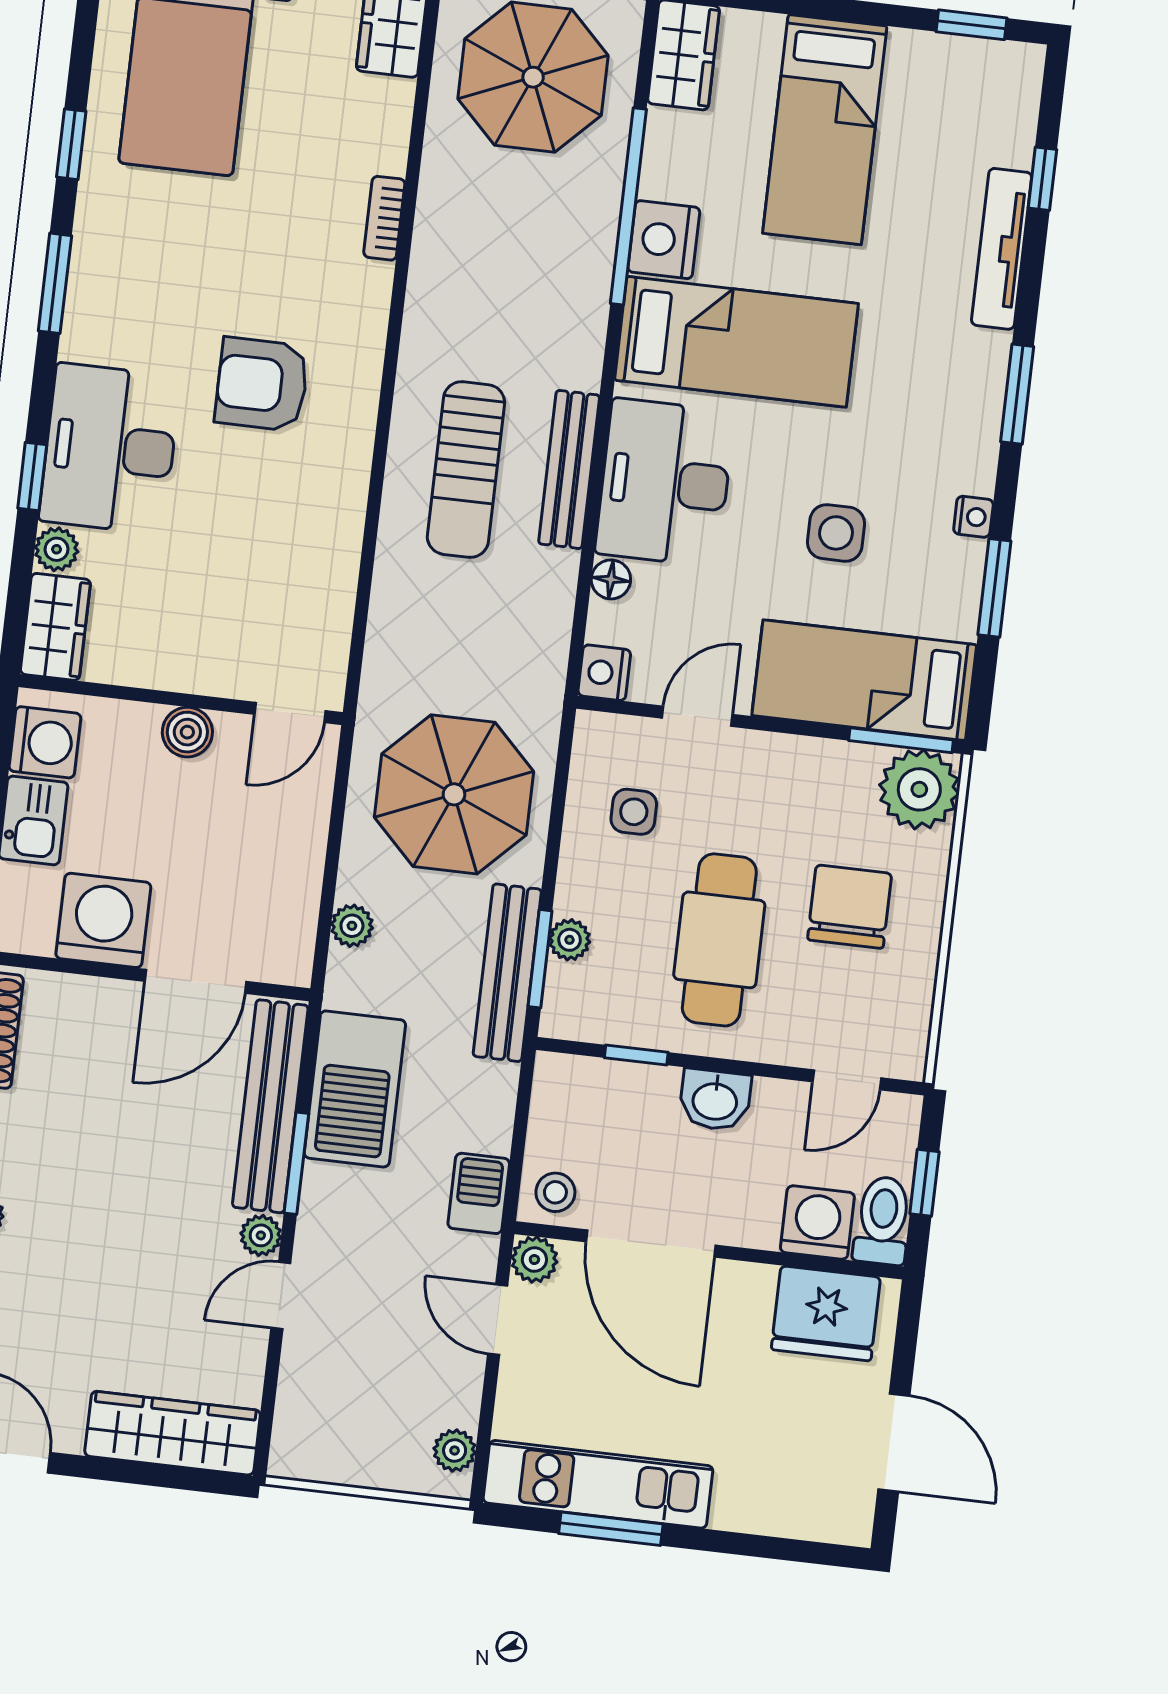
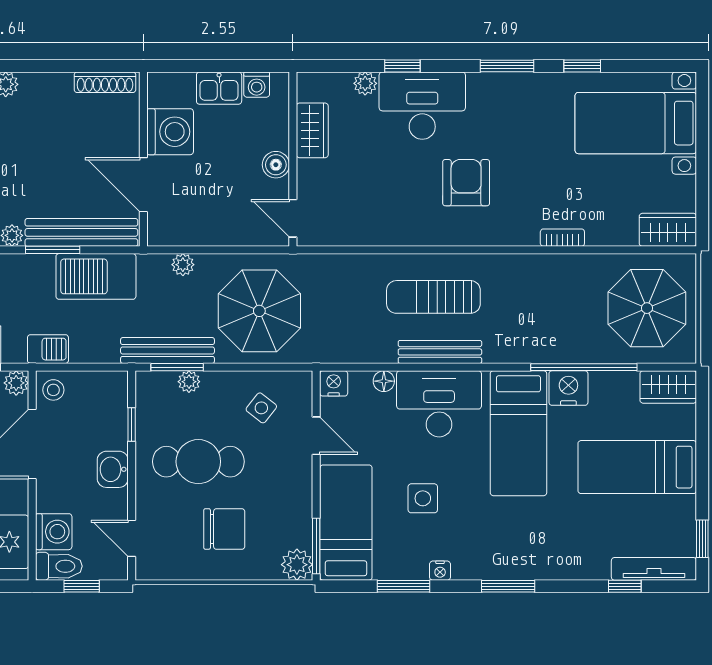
tv unit: (1002, 249) -> (654, 569), moved
wardrobe: (55, 627) -> (312, 130), moved, turned -90
washing machine: (45, 742) -> (257, 85), width x0.73, depth x0.73
plant: (919, 789) -> (297, 565), width x0.73, depth x0.73
side table: (634, 812) -> (261, 408), turned 38

